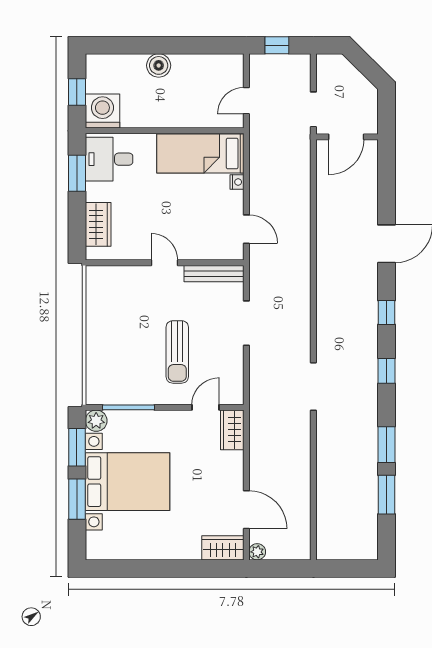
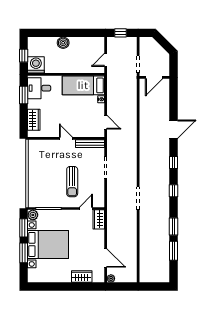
wardrobe: (223, 548) -> (82, 277), moved

